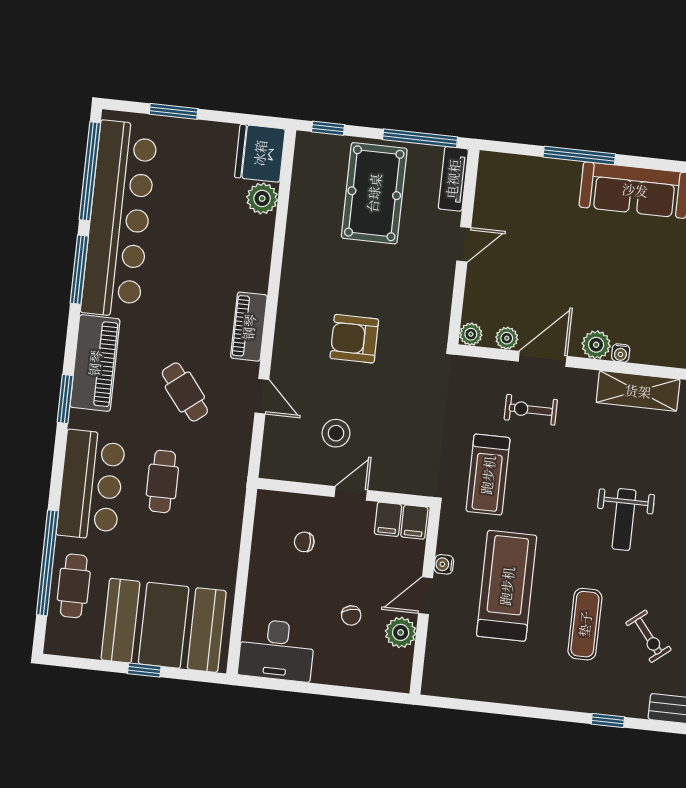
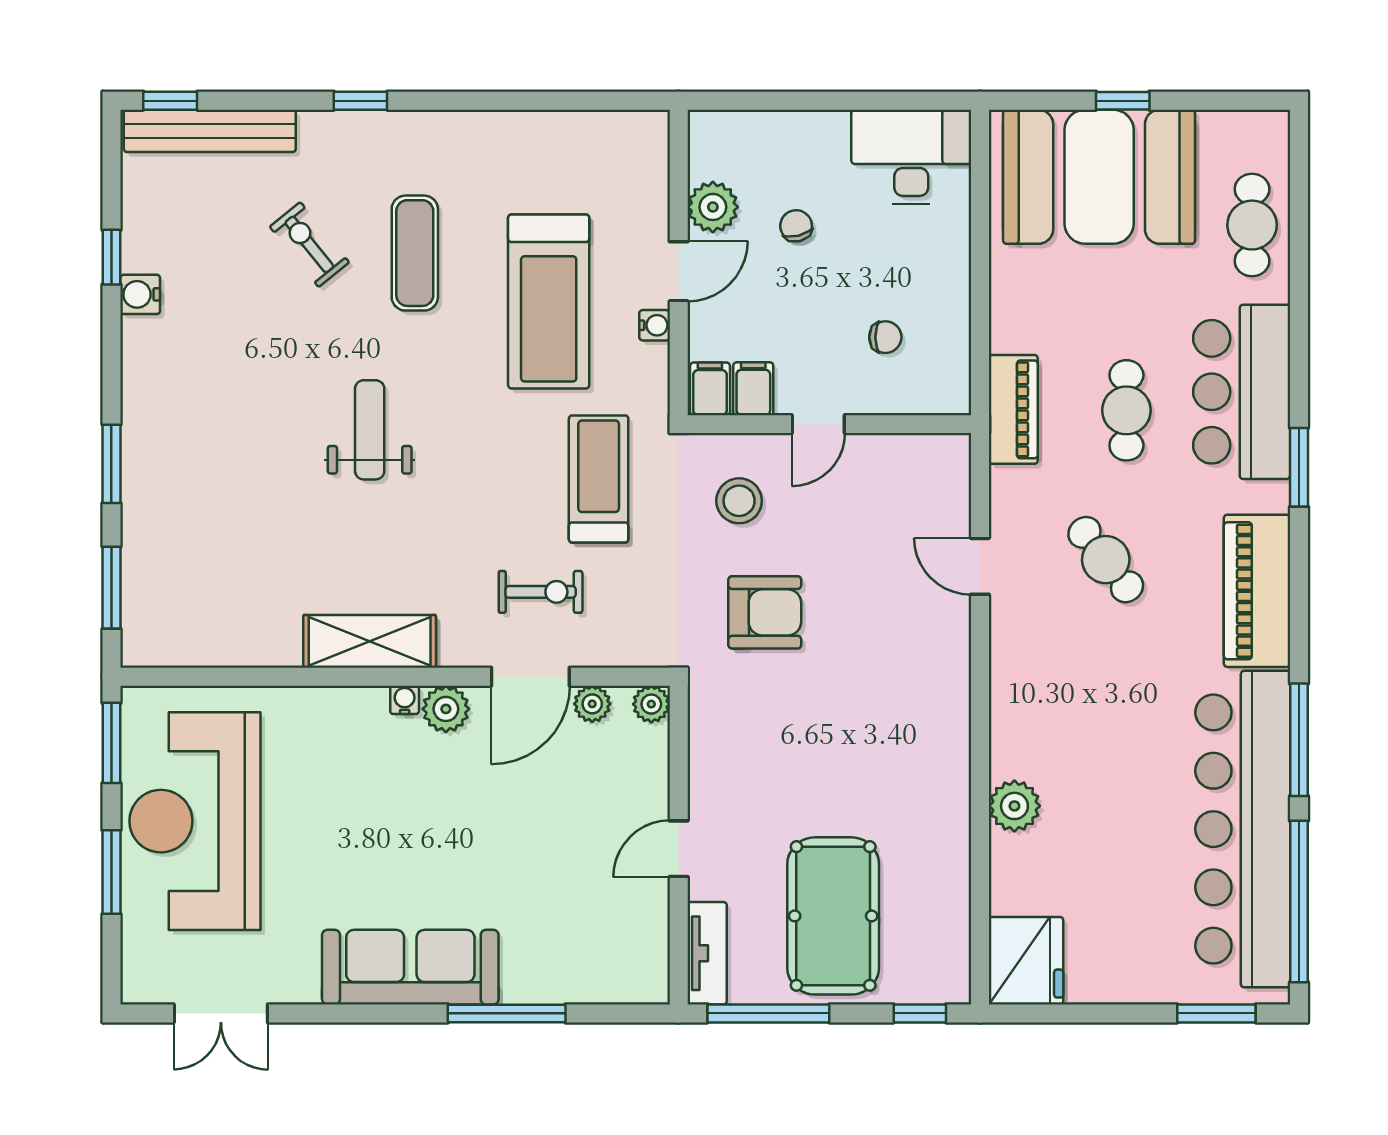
window: (173, 111) -> (1216, 1013), moved
plant: (262, 198) -> (1014, 806), moved
piano: (249, 327) -> (1013, 409), moved
armchair: (354, 339) -> (765, 612), moved
window: (65, 399) -> (1299, 467), moved
stool: (336, 433) -> (739, 501), moved
window: (47, 563) -> (1299, 258), removed

